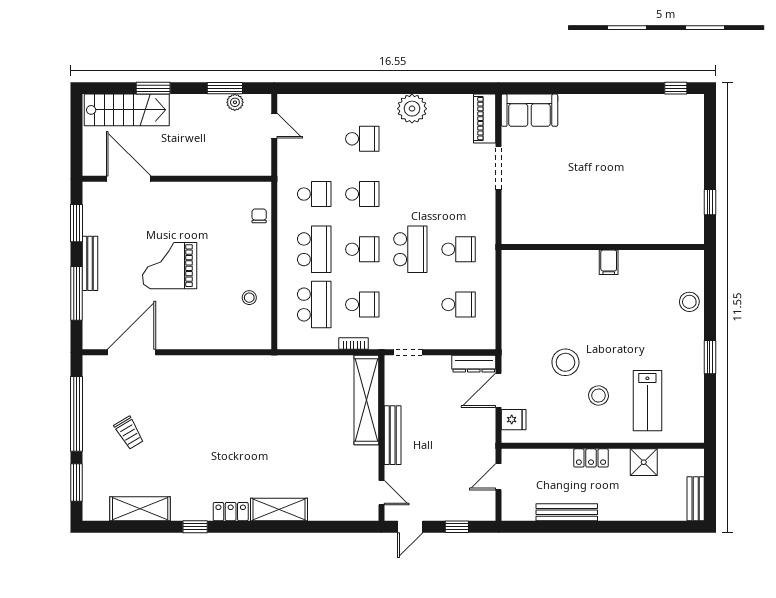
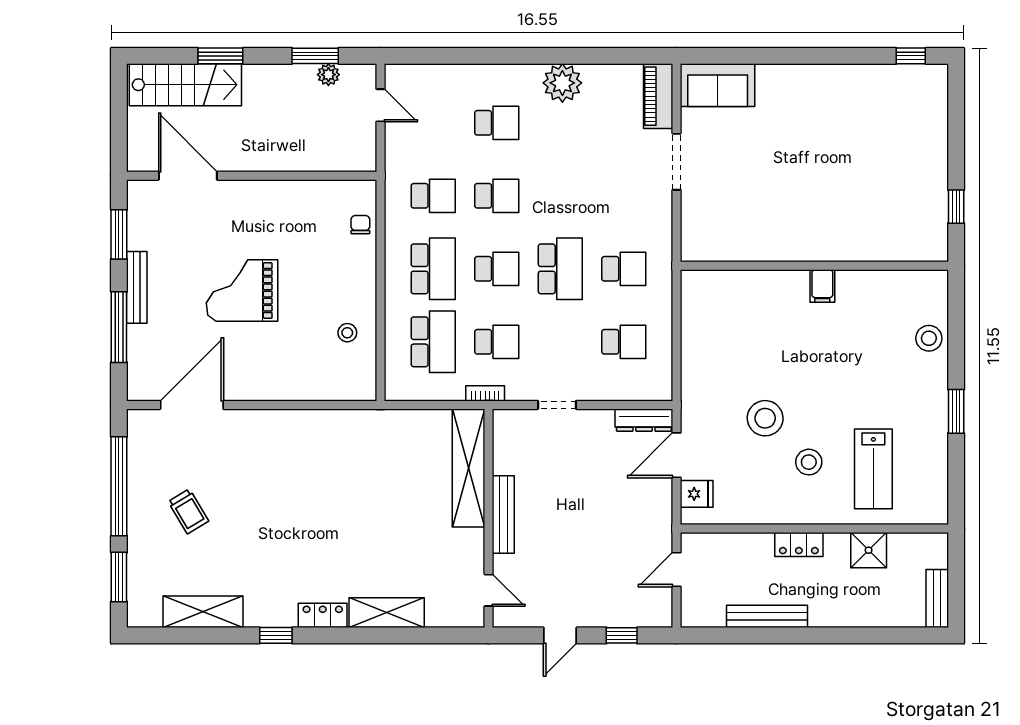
shelving: (366, 400) -> (469, 468), moved
bench: (393, 435) -> (503, 515), moved
wall: (381, 438) -> (489, 518), moved
door: (381, 493) -> (489, 590), moved

